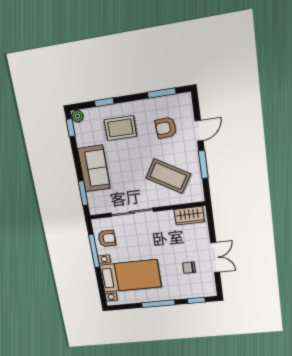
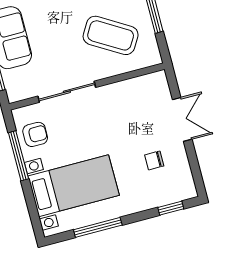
wardrobe: (189, 216) -> (145, 86), removed
double door: (215, 257) -> (182, 119), moved
window: (158, 304) -> (98, 227), moved

